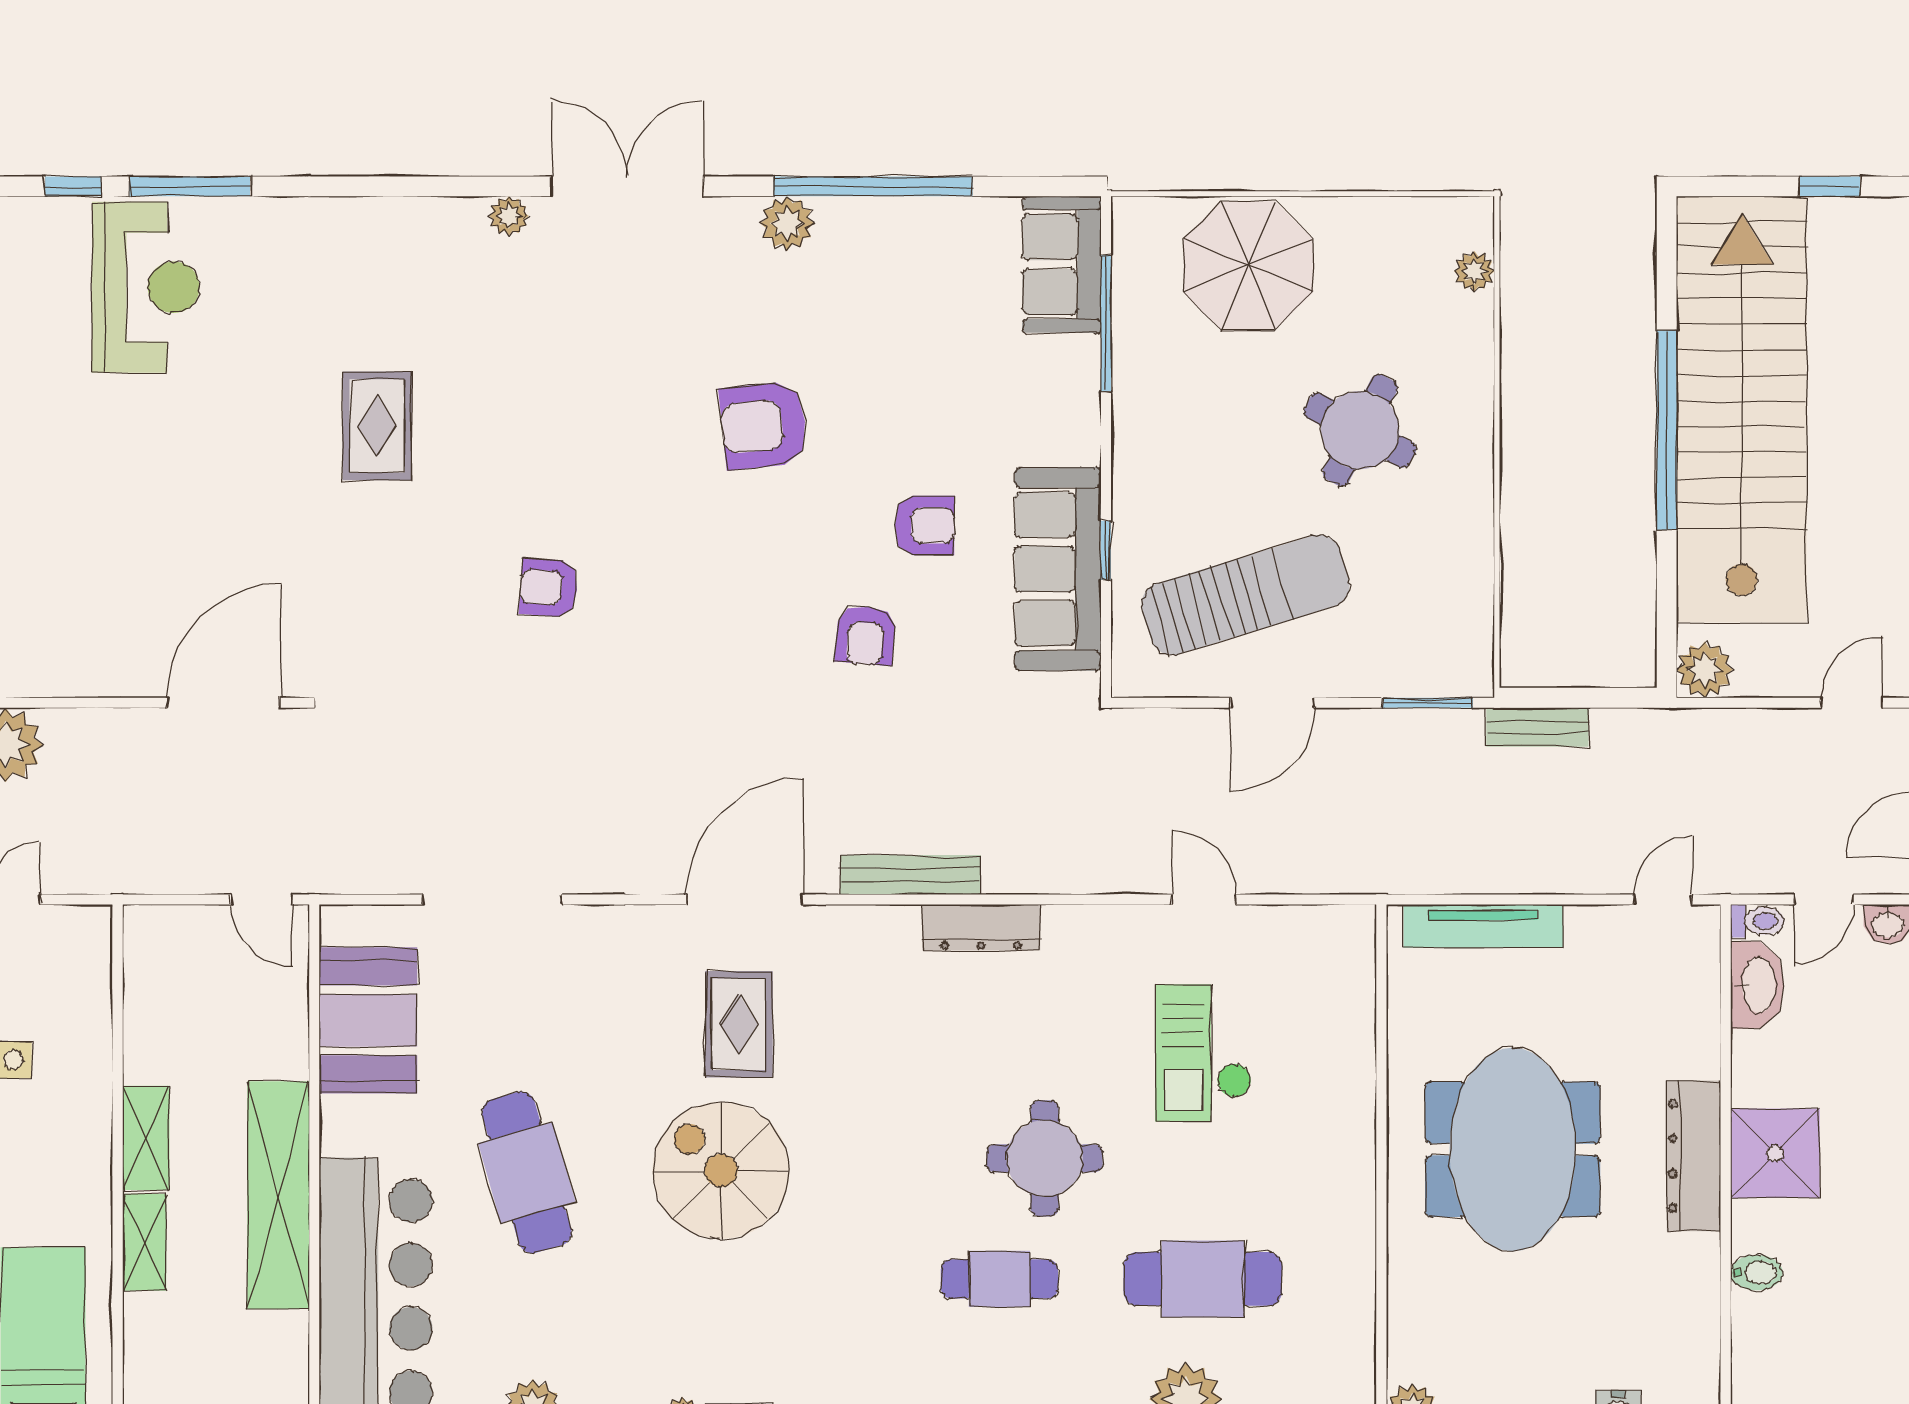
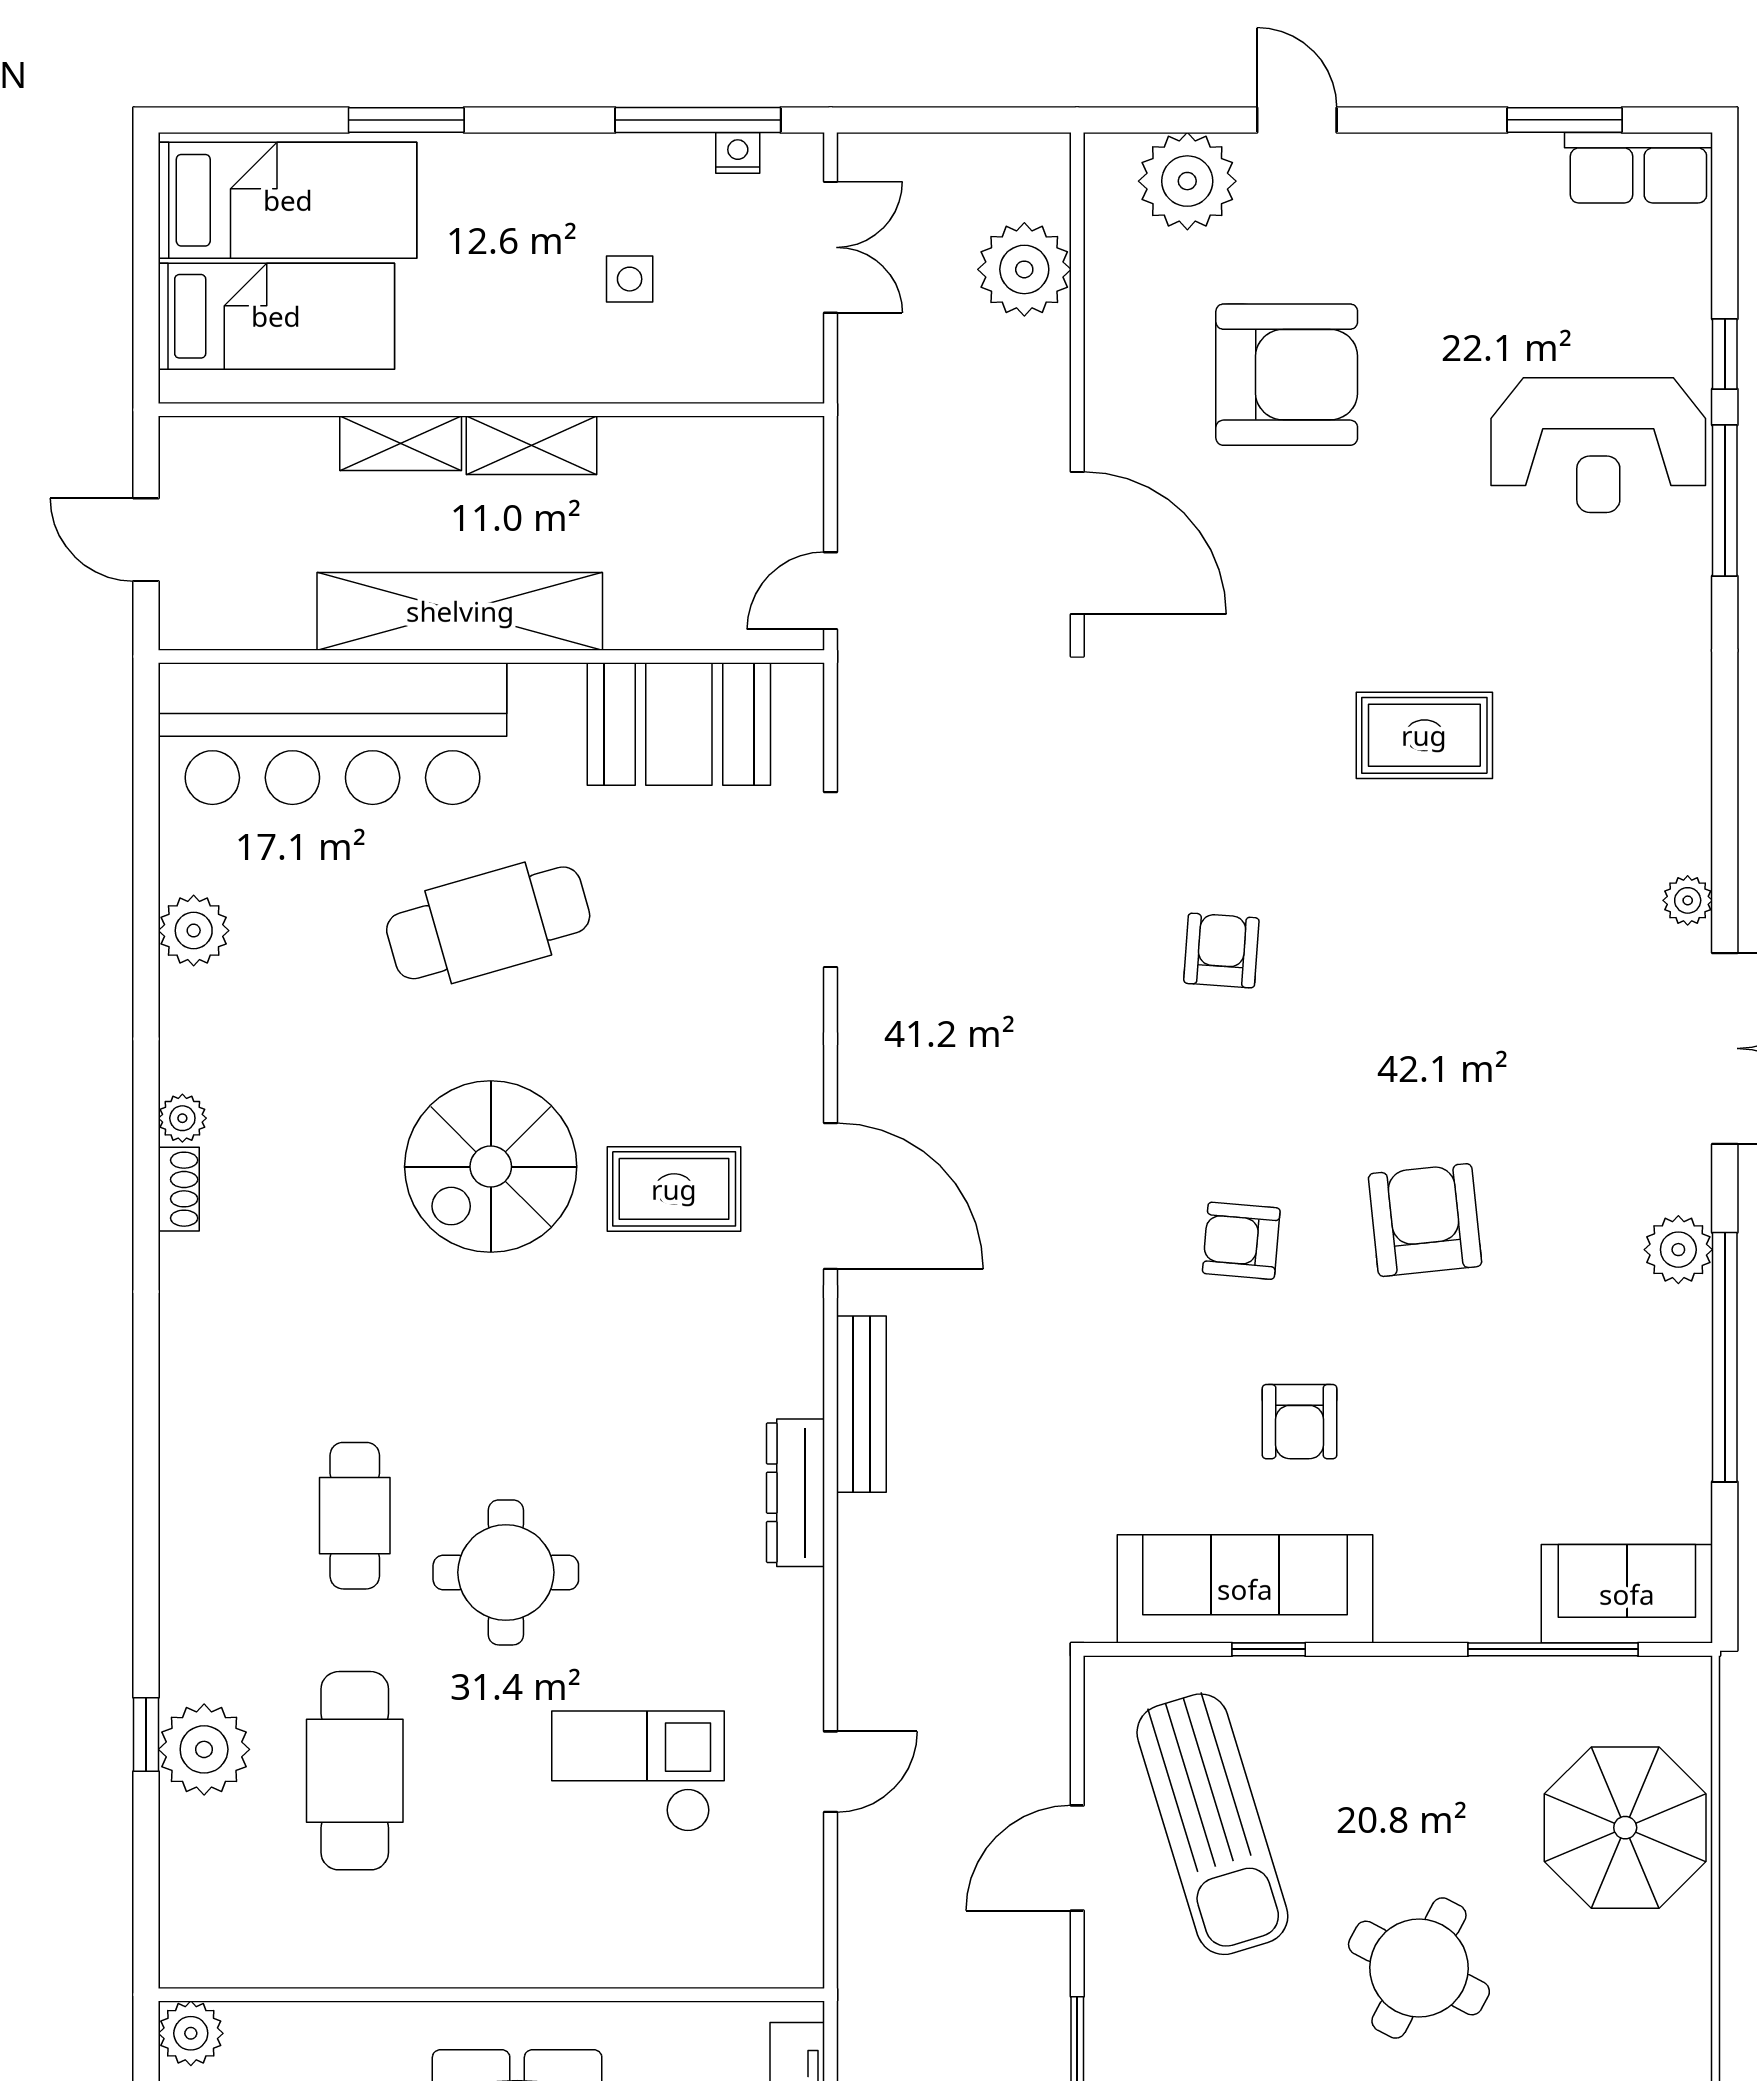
armchair: (90, 536) -> (1287, 375), added
armchair: (865, 635) -> (1241, 1241), moved
door: (1272, 703) -> (1077, 1858), hinge flipped
spiral stairs: (721, 1170) -> (491, 1167), turned 180

